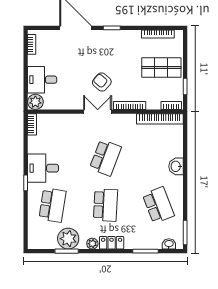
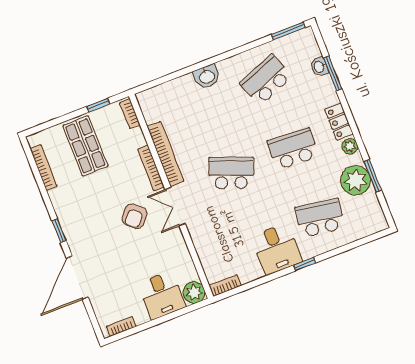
bookcase: (160, 119) -> (165, 154), moved
washbasin: (169, 244) -> (319, 67), moved

